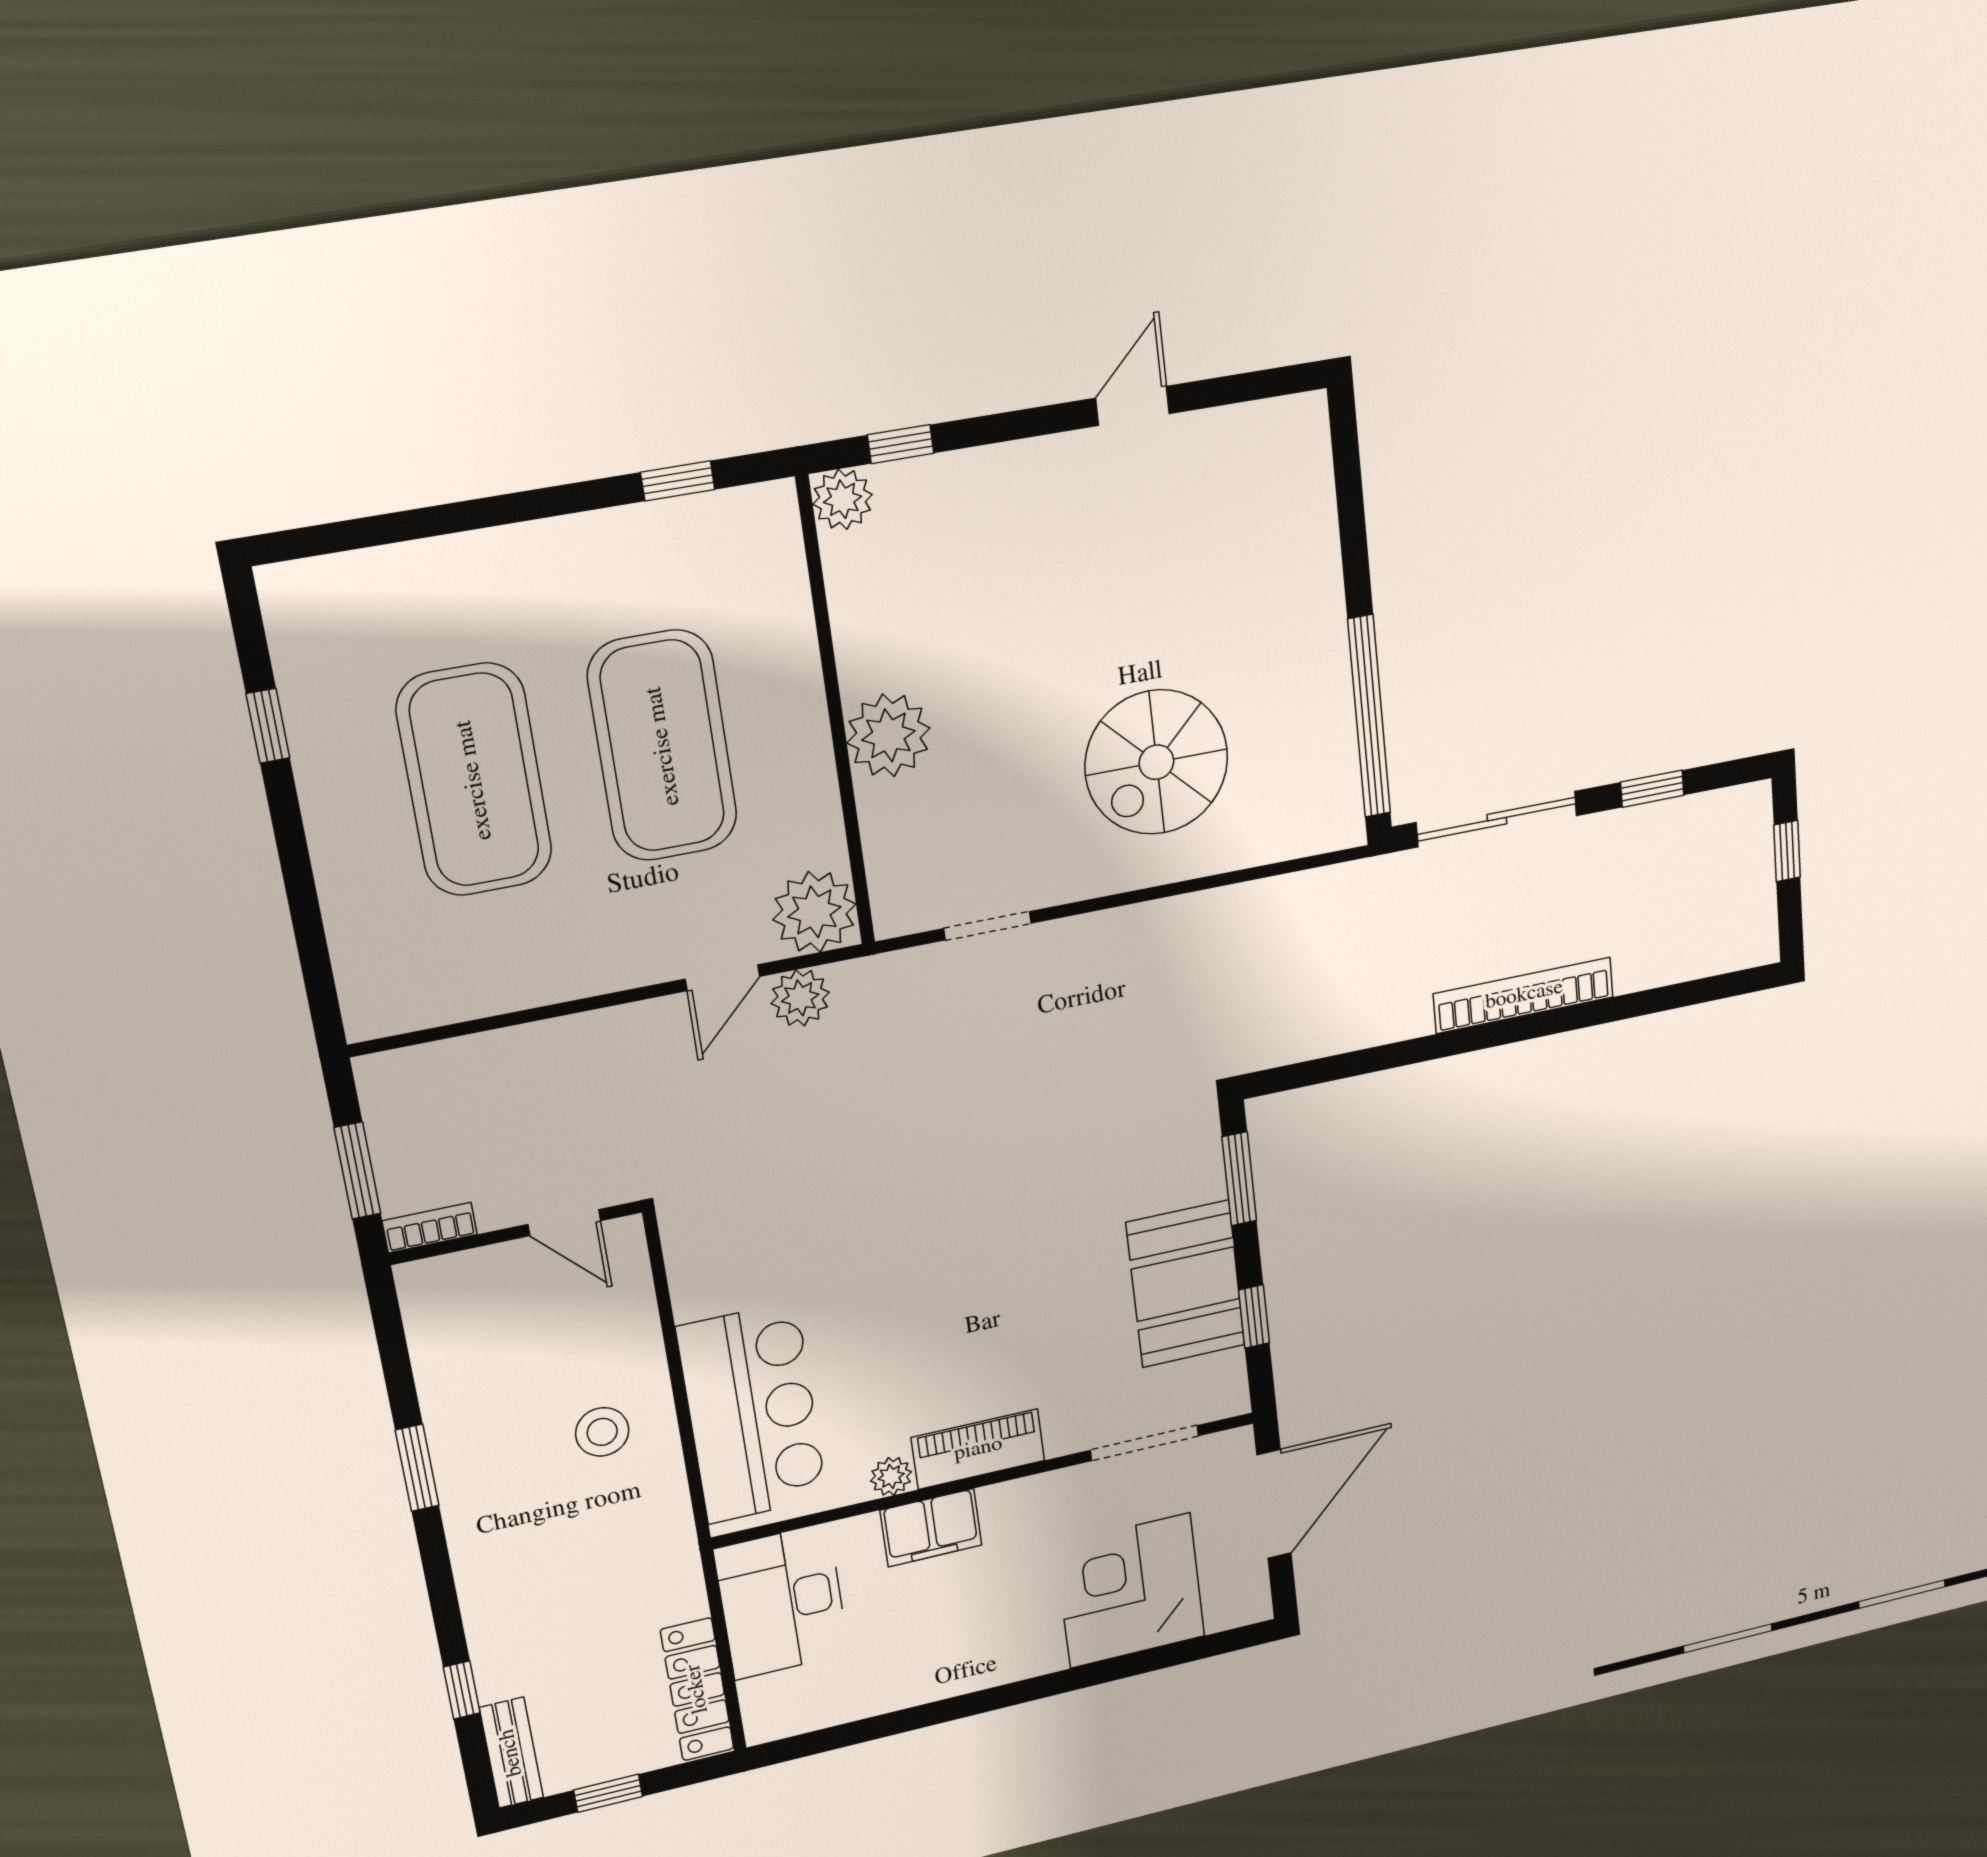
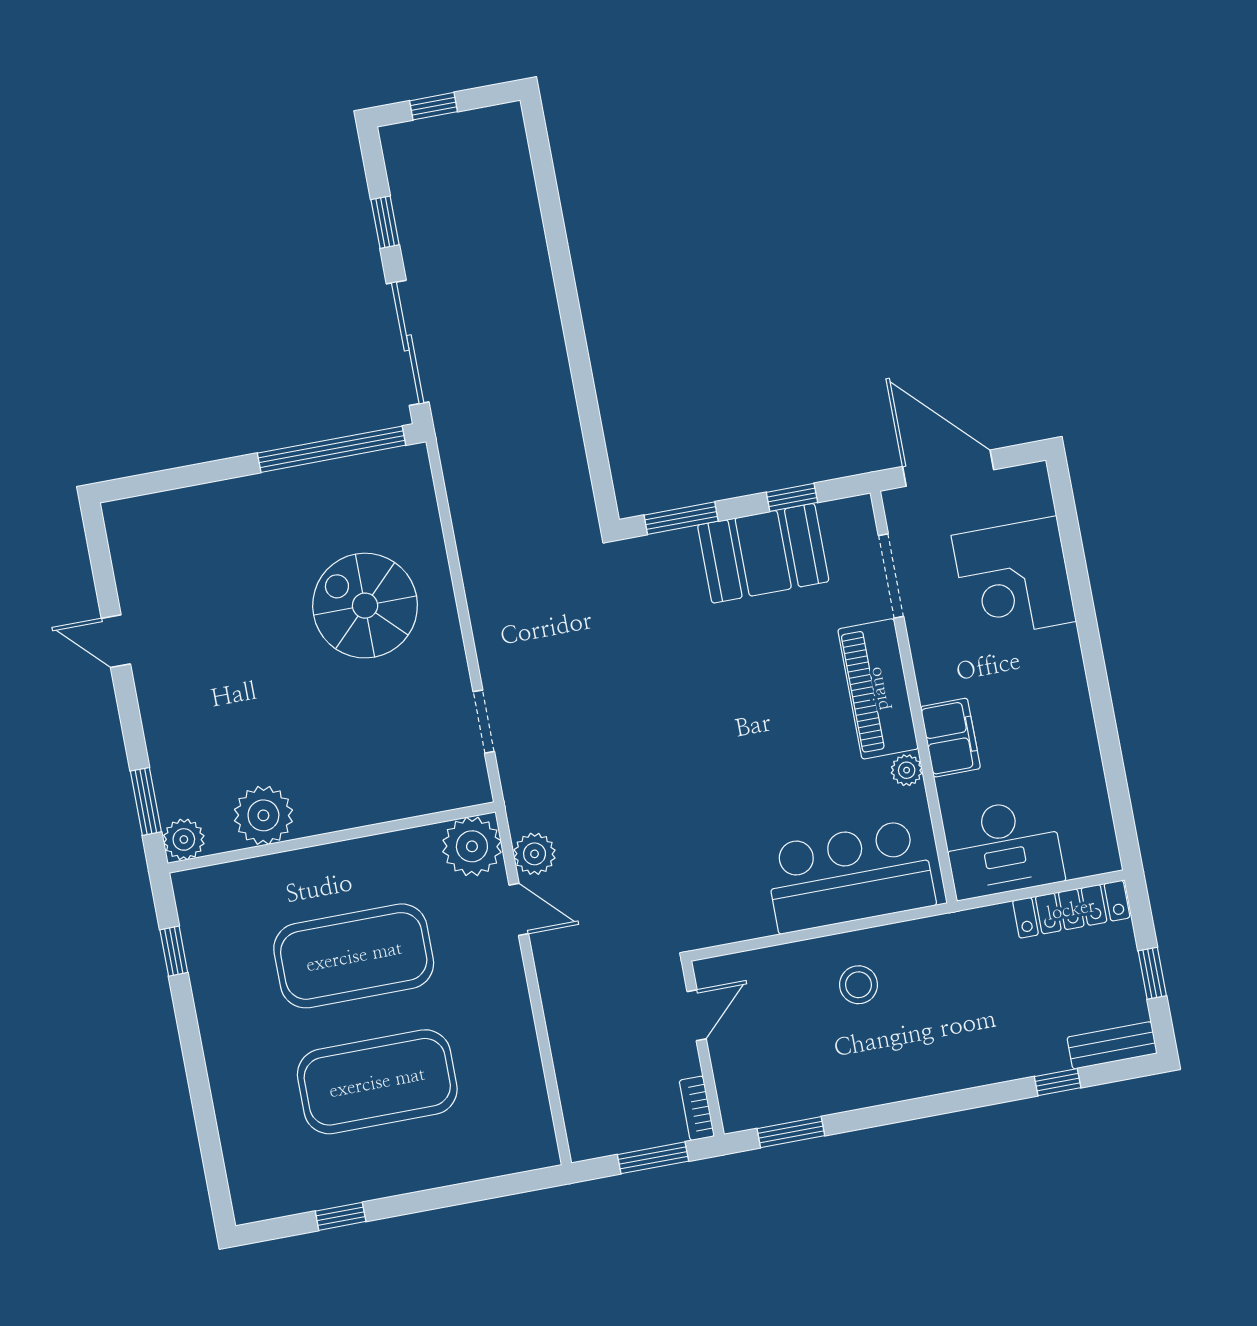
window: (901, 444) -> (146, 801), width x1.50
plant: (888, 735) -> (263, 815), moved
spiral stairs: (1156, 762) -> (365, 606), turned 180
bookcase: (1524, 995) -> (543, 307), removed
piano: (978, 1449) -> (878, 689), width x1.37, depth x1.33
window: (417, 1468) -> (791, 1132), moved

